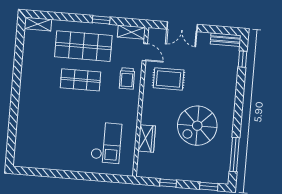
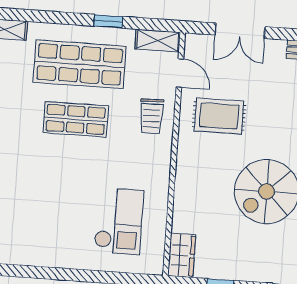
wardrobe: (147, 138) -> (182, 255), moved

